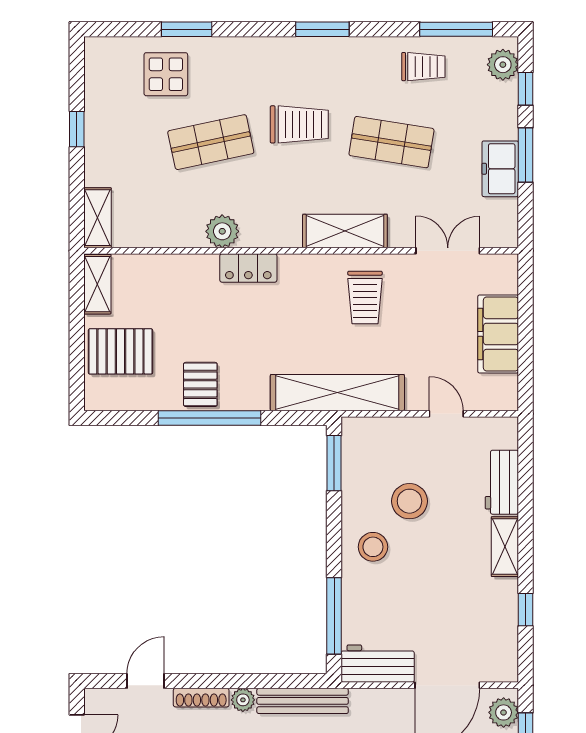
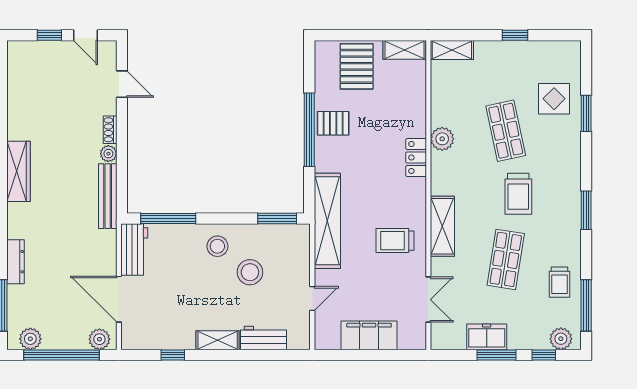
shoe rack: (201, 698) -> (110, 130), width x0.70

